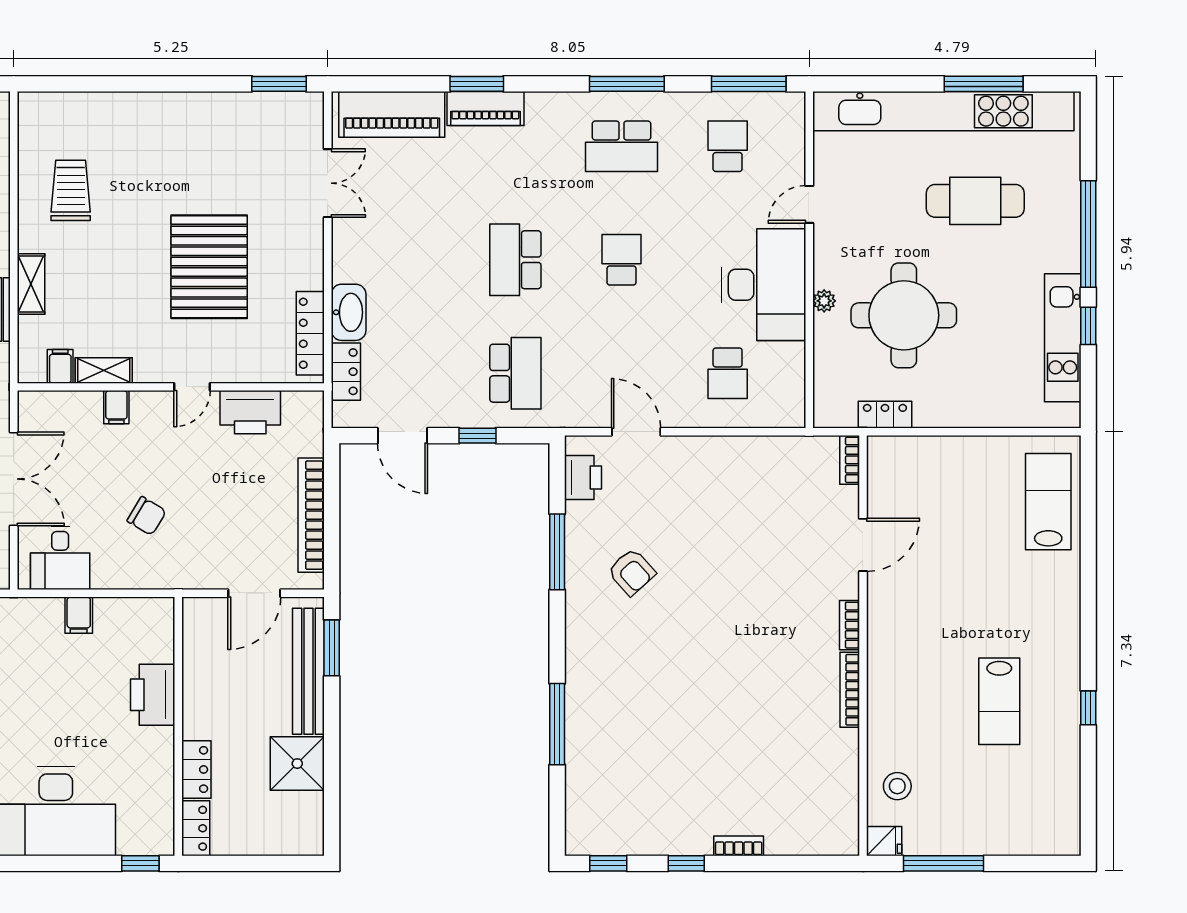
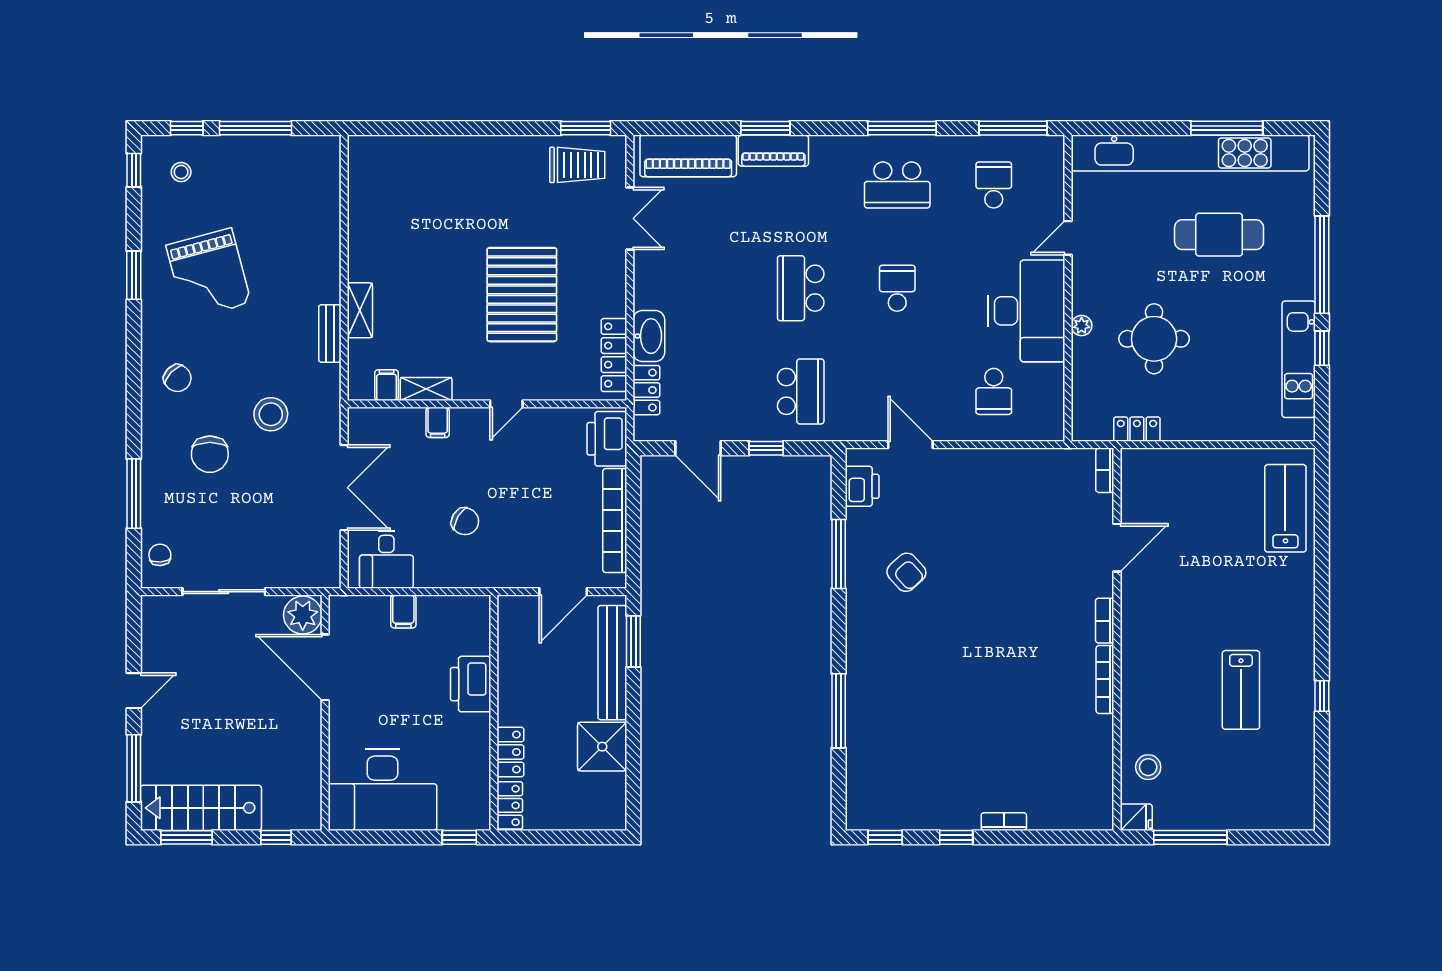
trolley: (71, 190) -> (577, 165), moved, turned 90
round table: (904, 315) -> (1154, 339), width x0.73, depth x0.73
printer: (250, 412) -> (607, 439), moved, turned 90

